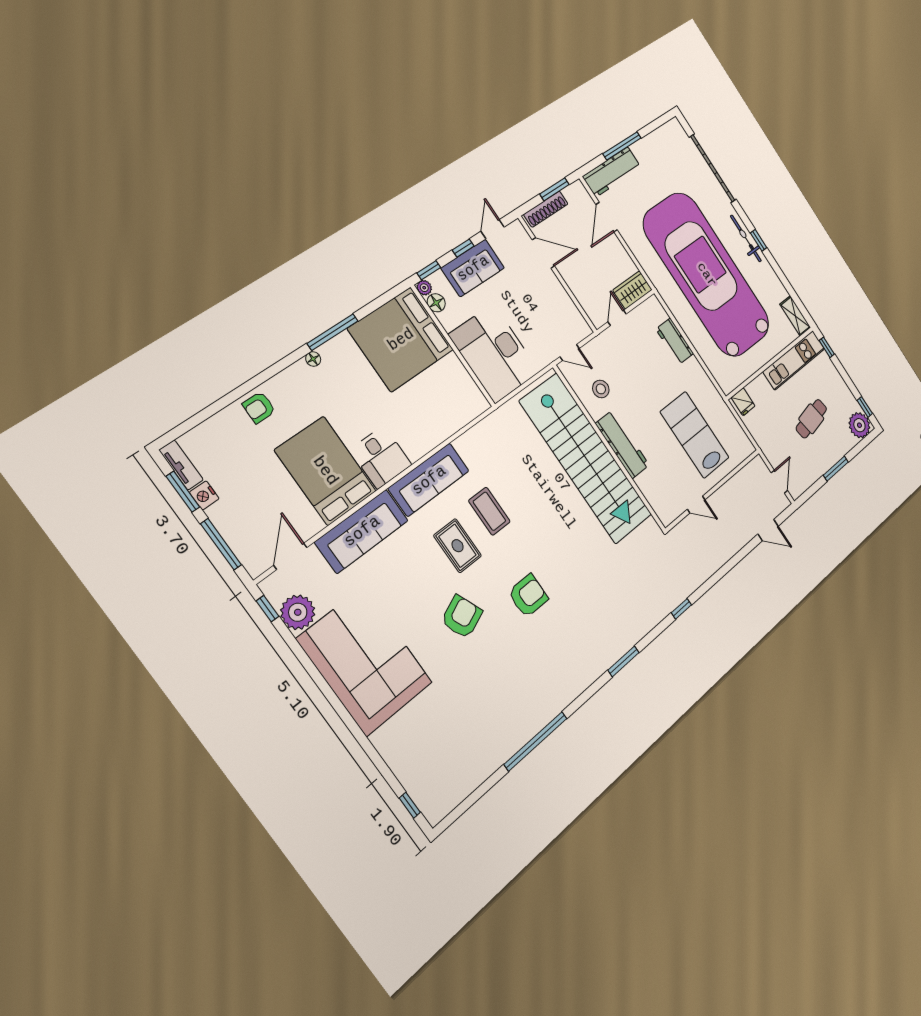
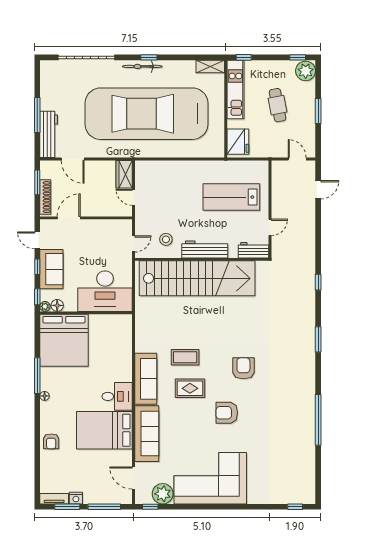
workbench: (675, 341) -> (254, 250), moved, turned 180
fridge: (743, 402) -> (238, 142), width x1.88, depth x1.34
armchair: (462, 617) -> (227, 413), turned -67

